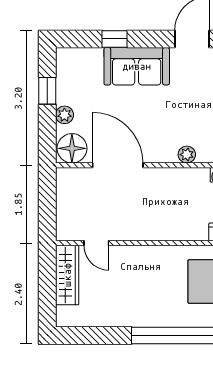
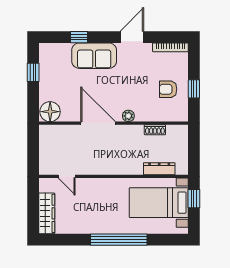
plant: (64, 115) -> (45, 89), removed
door: (118, 165) -> (98, 123), moved
wardrobe: (67, 275) -> (47, 213), moved

